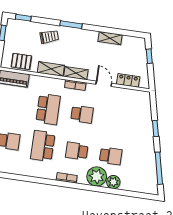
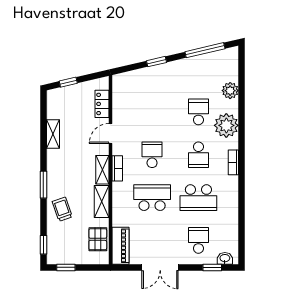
plant: (113, 182) -> (230, 91), moved

